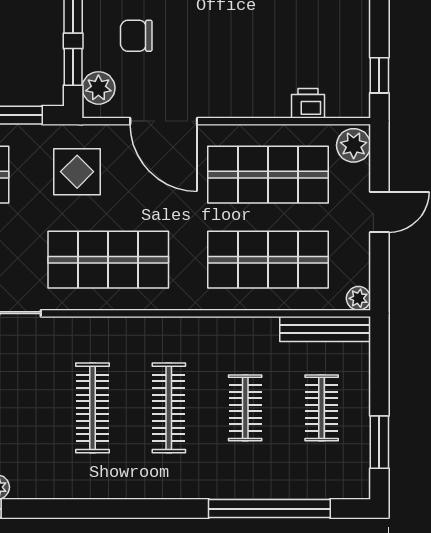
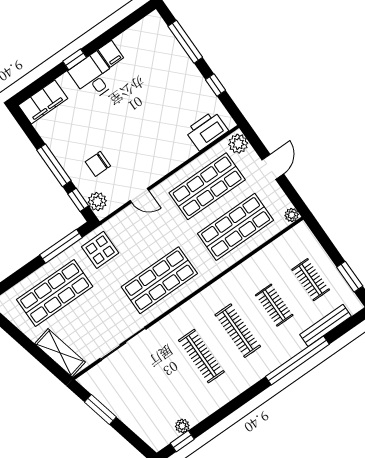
window: (379, 75) -> (216, 85), moved
printer: (308, 103) -> (207, 131), width x1.87, depth x1.48
door: (164, 121) -> (139, 196), width x0.53
display table: (77, 172) -> (100, 250), moved
bench: (325, 329) -> (326, 325), moved
window: (269, 509) -> (297, 360), moved

